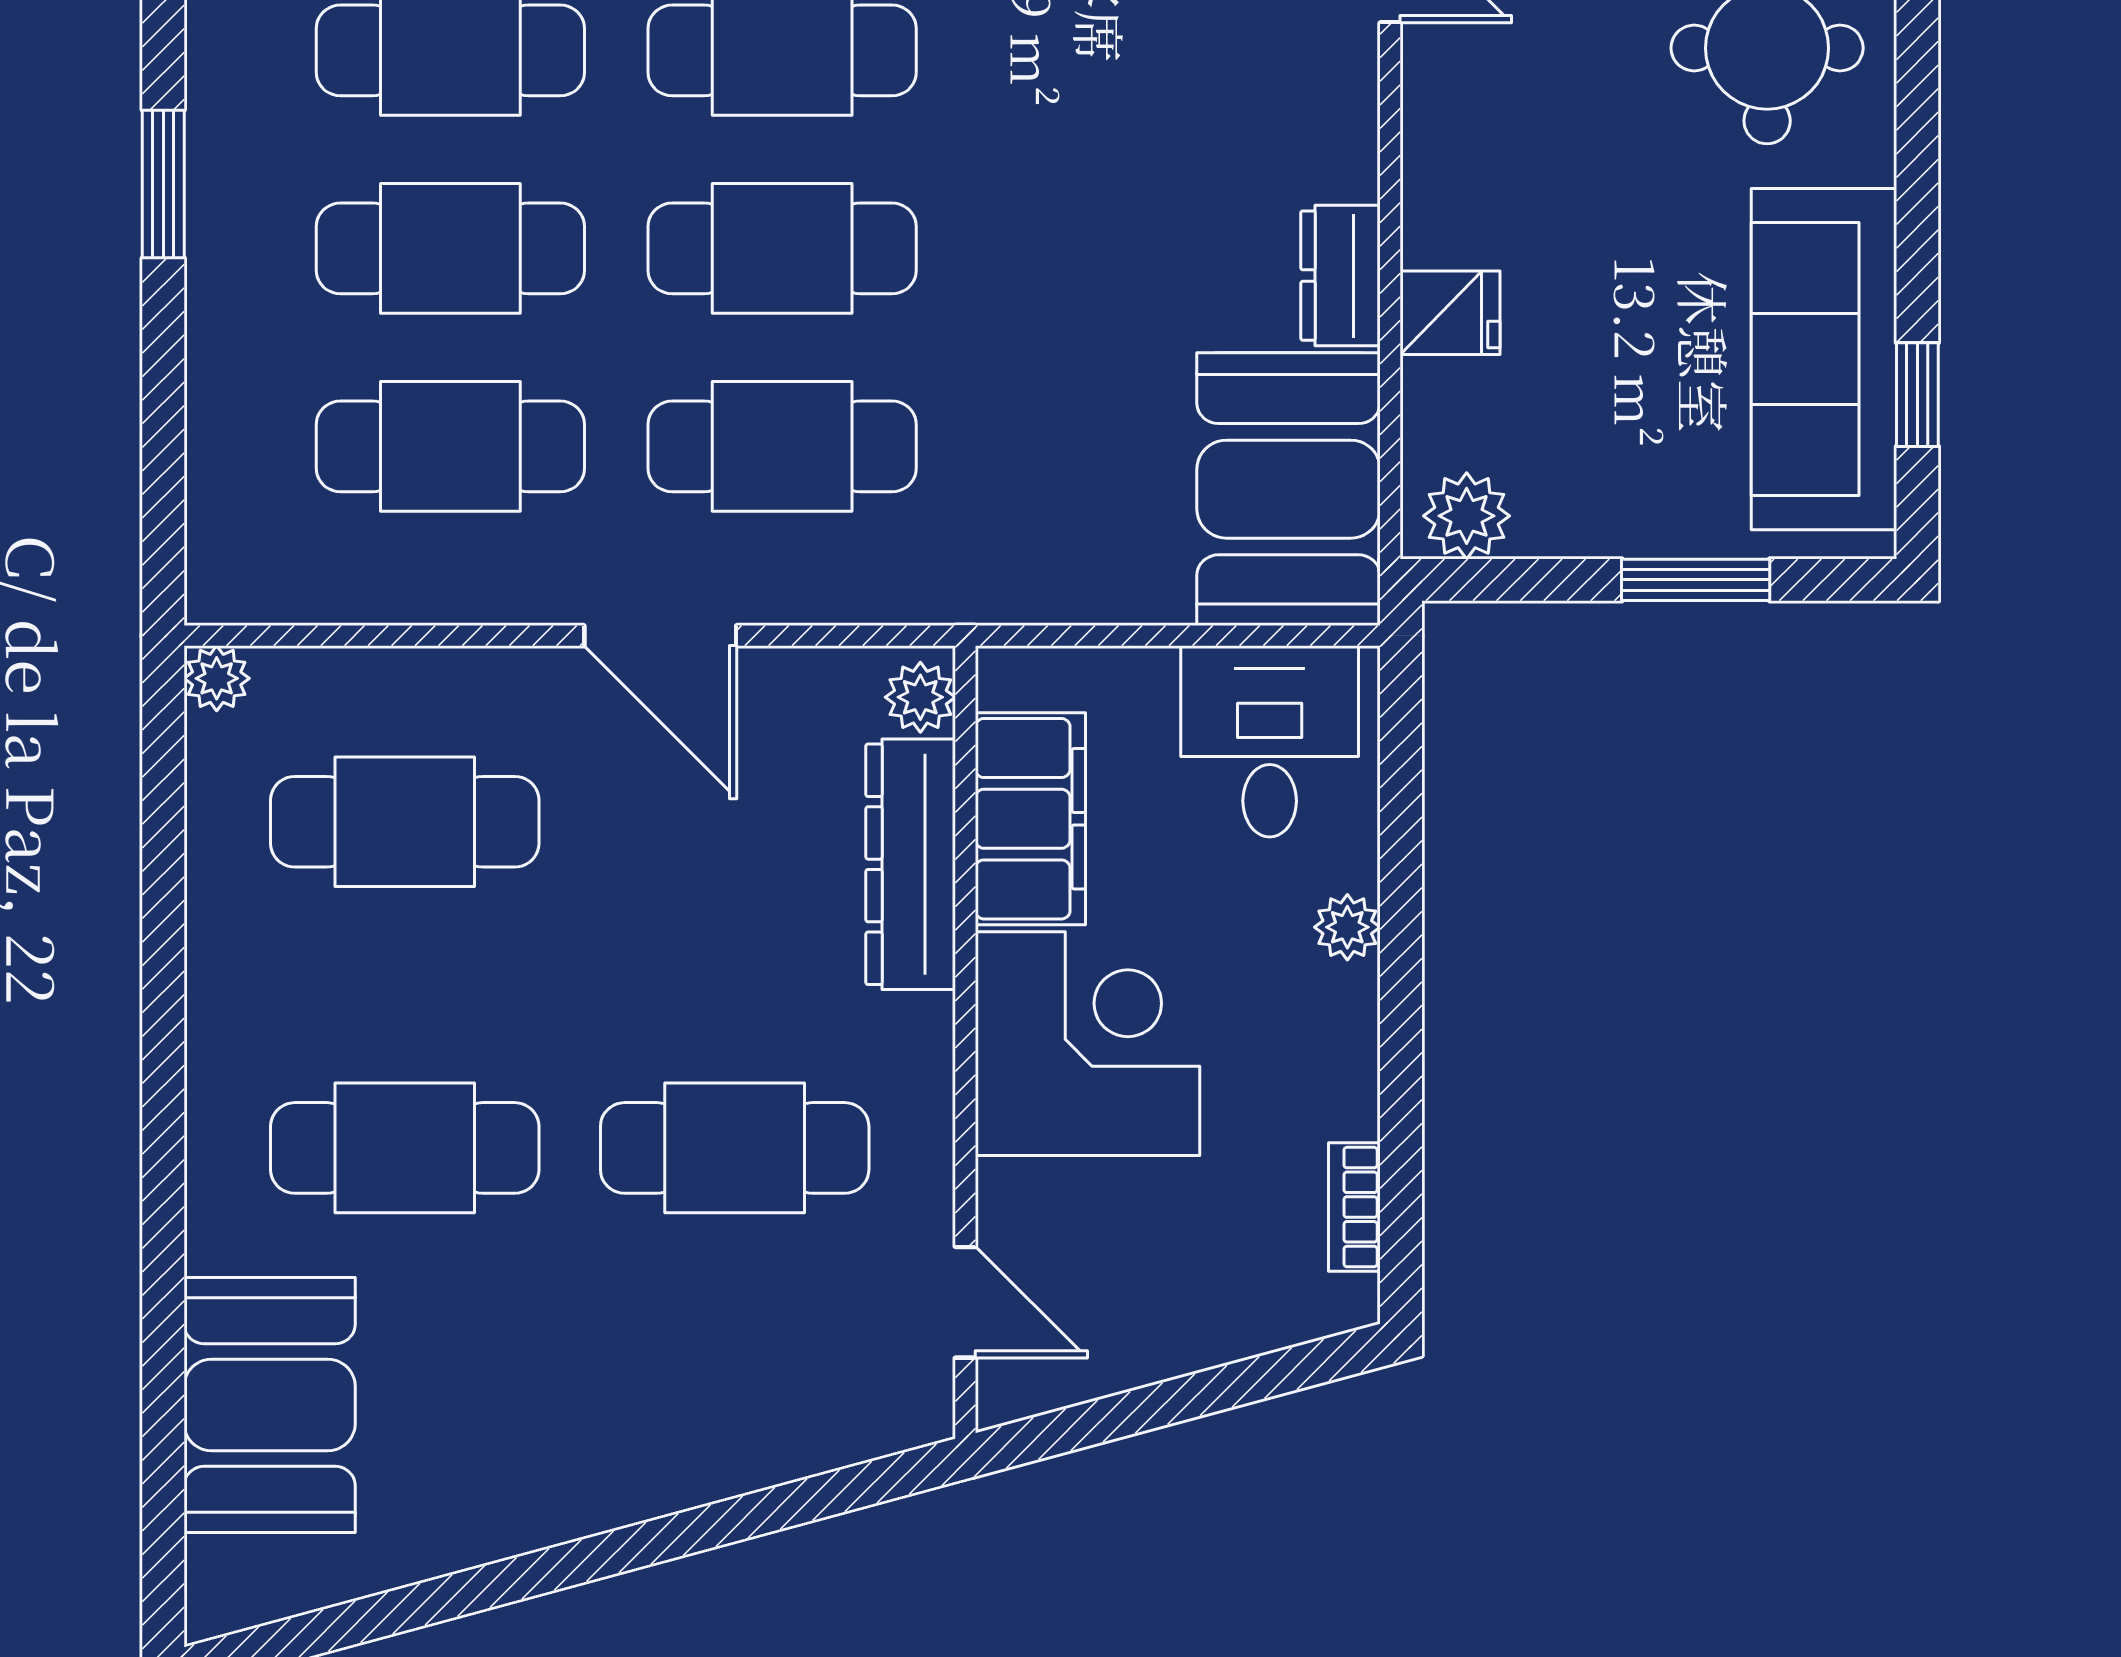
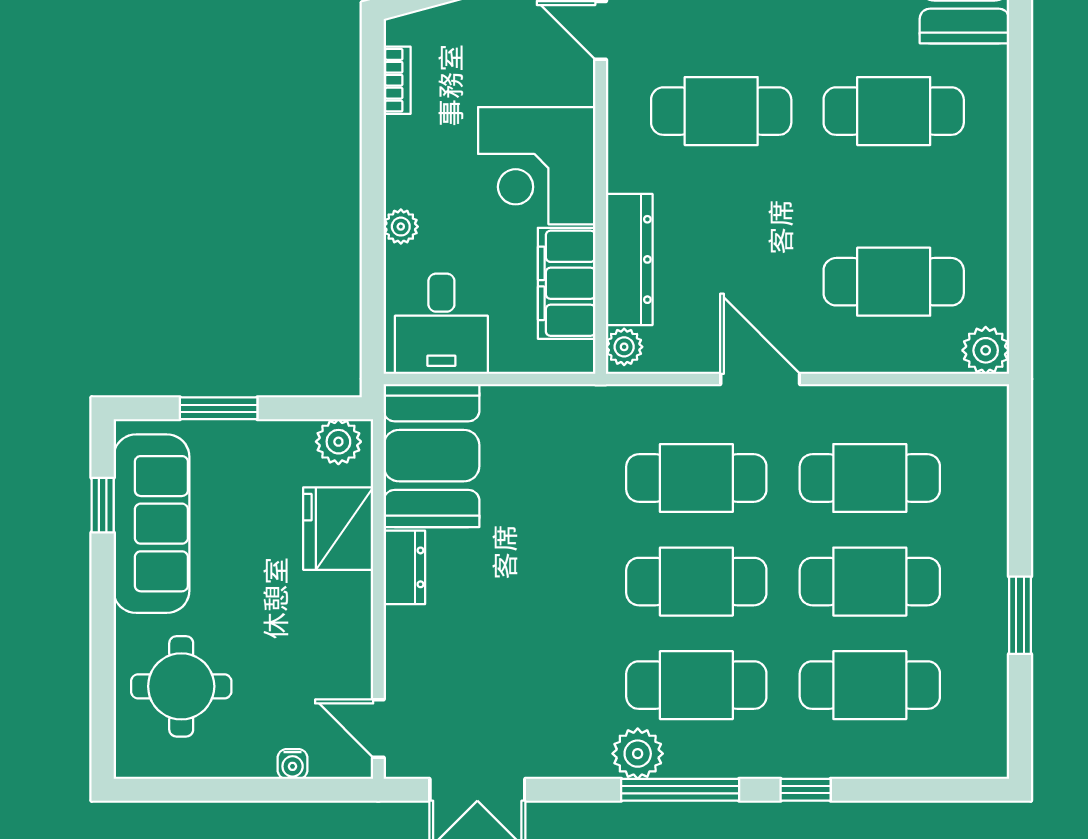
fridge: (1450, 313) -> (338, 529), width x1.88, depth x1.34
plant: (217, 678) -> (986, 350), width x1.38, depth x1.38

